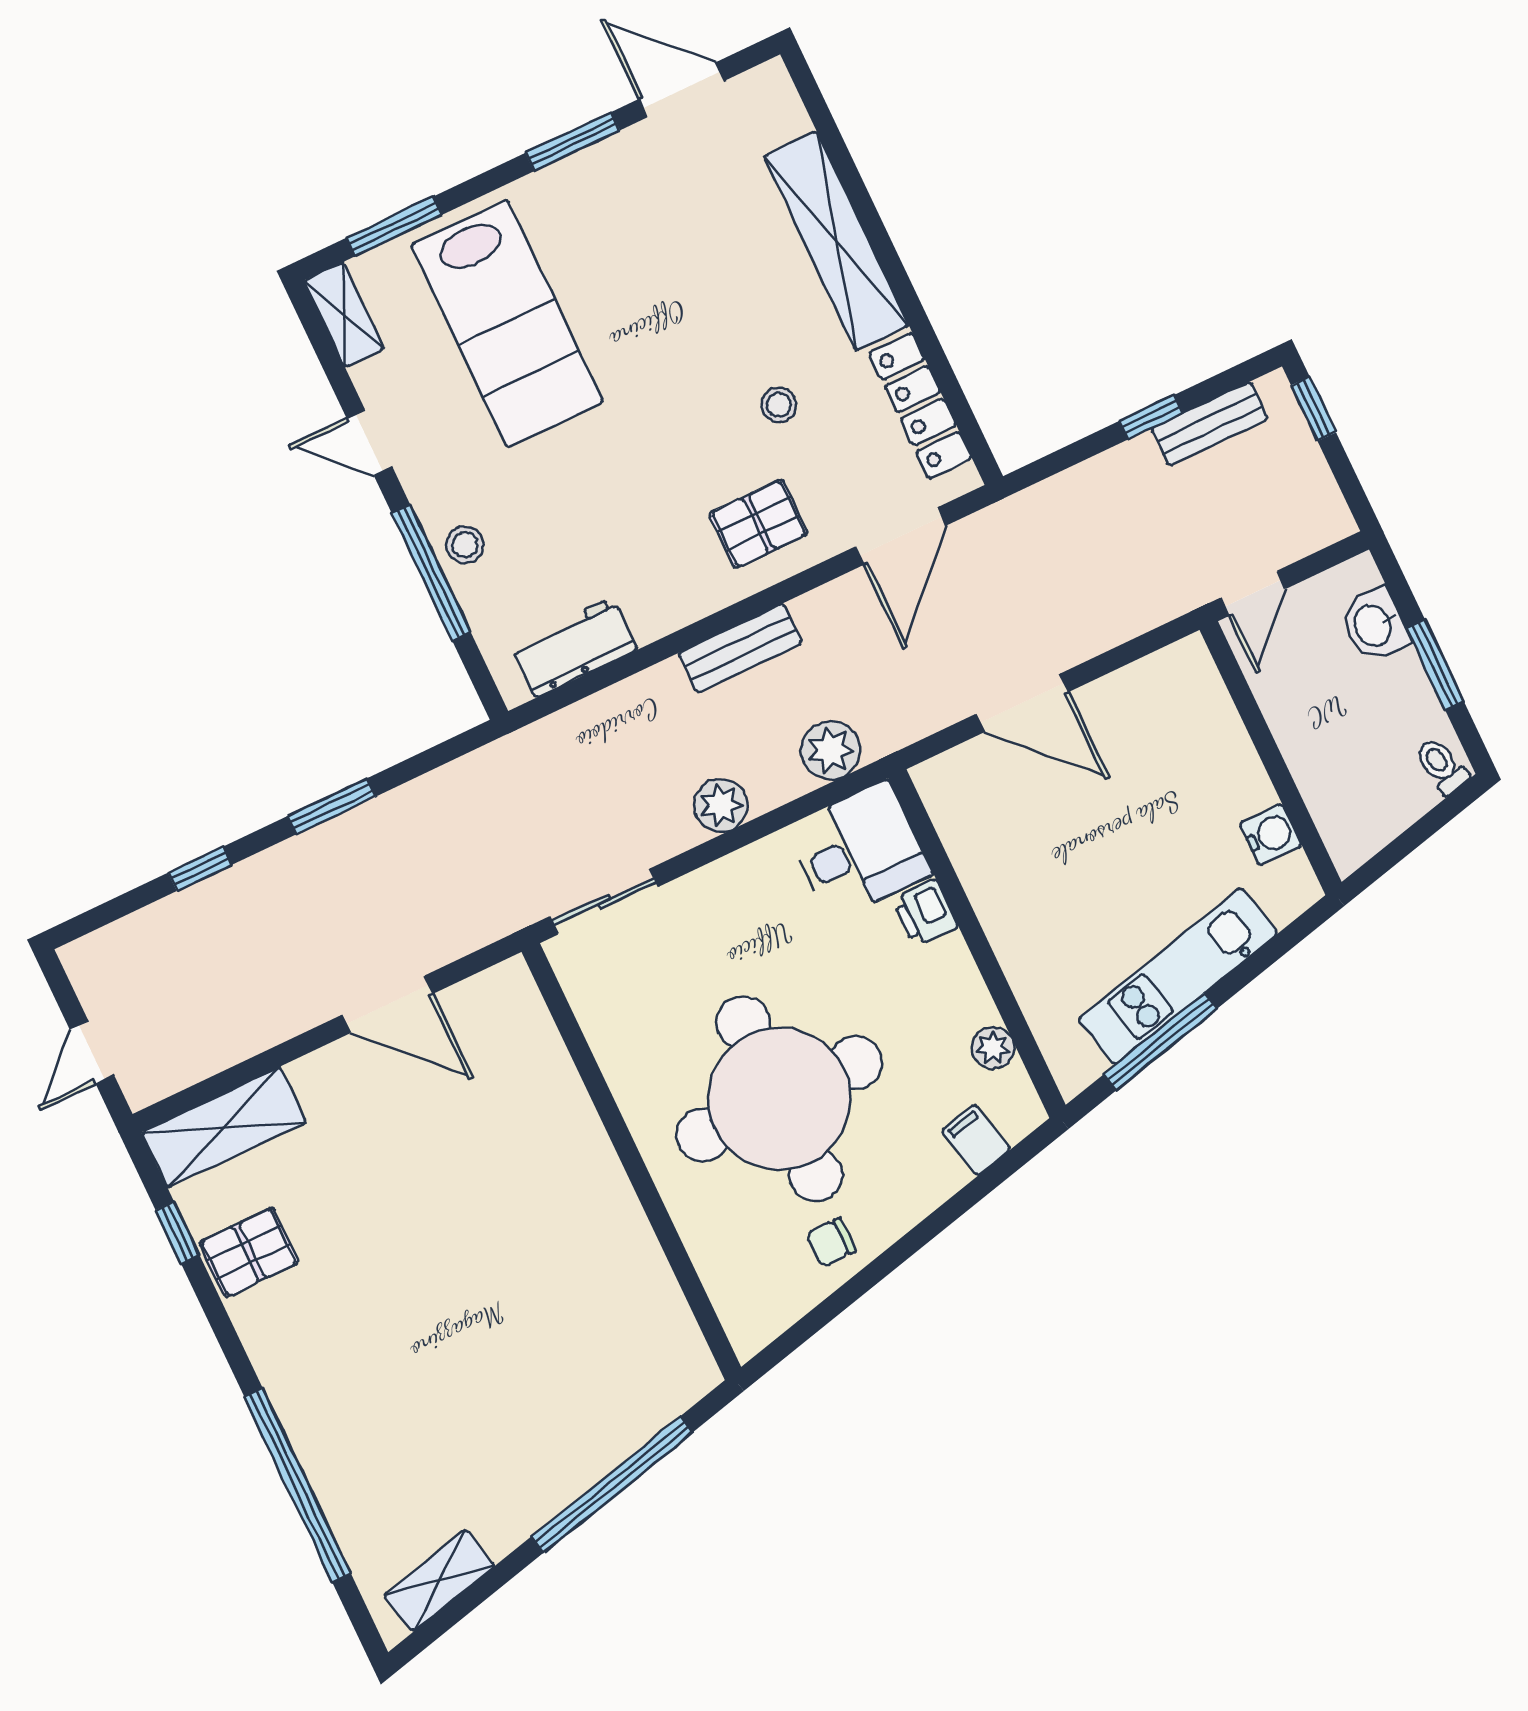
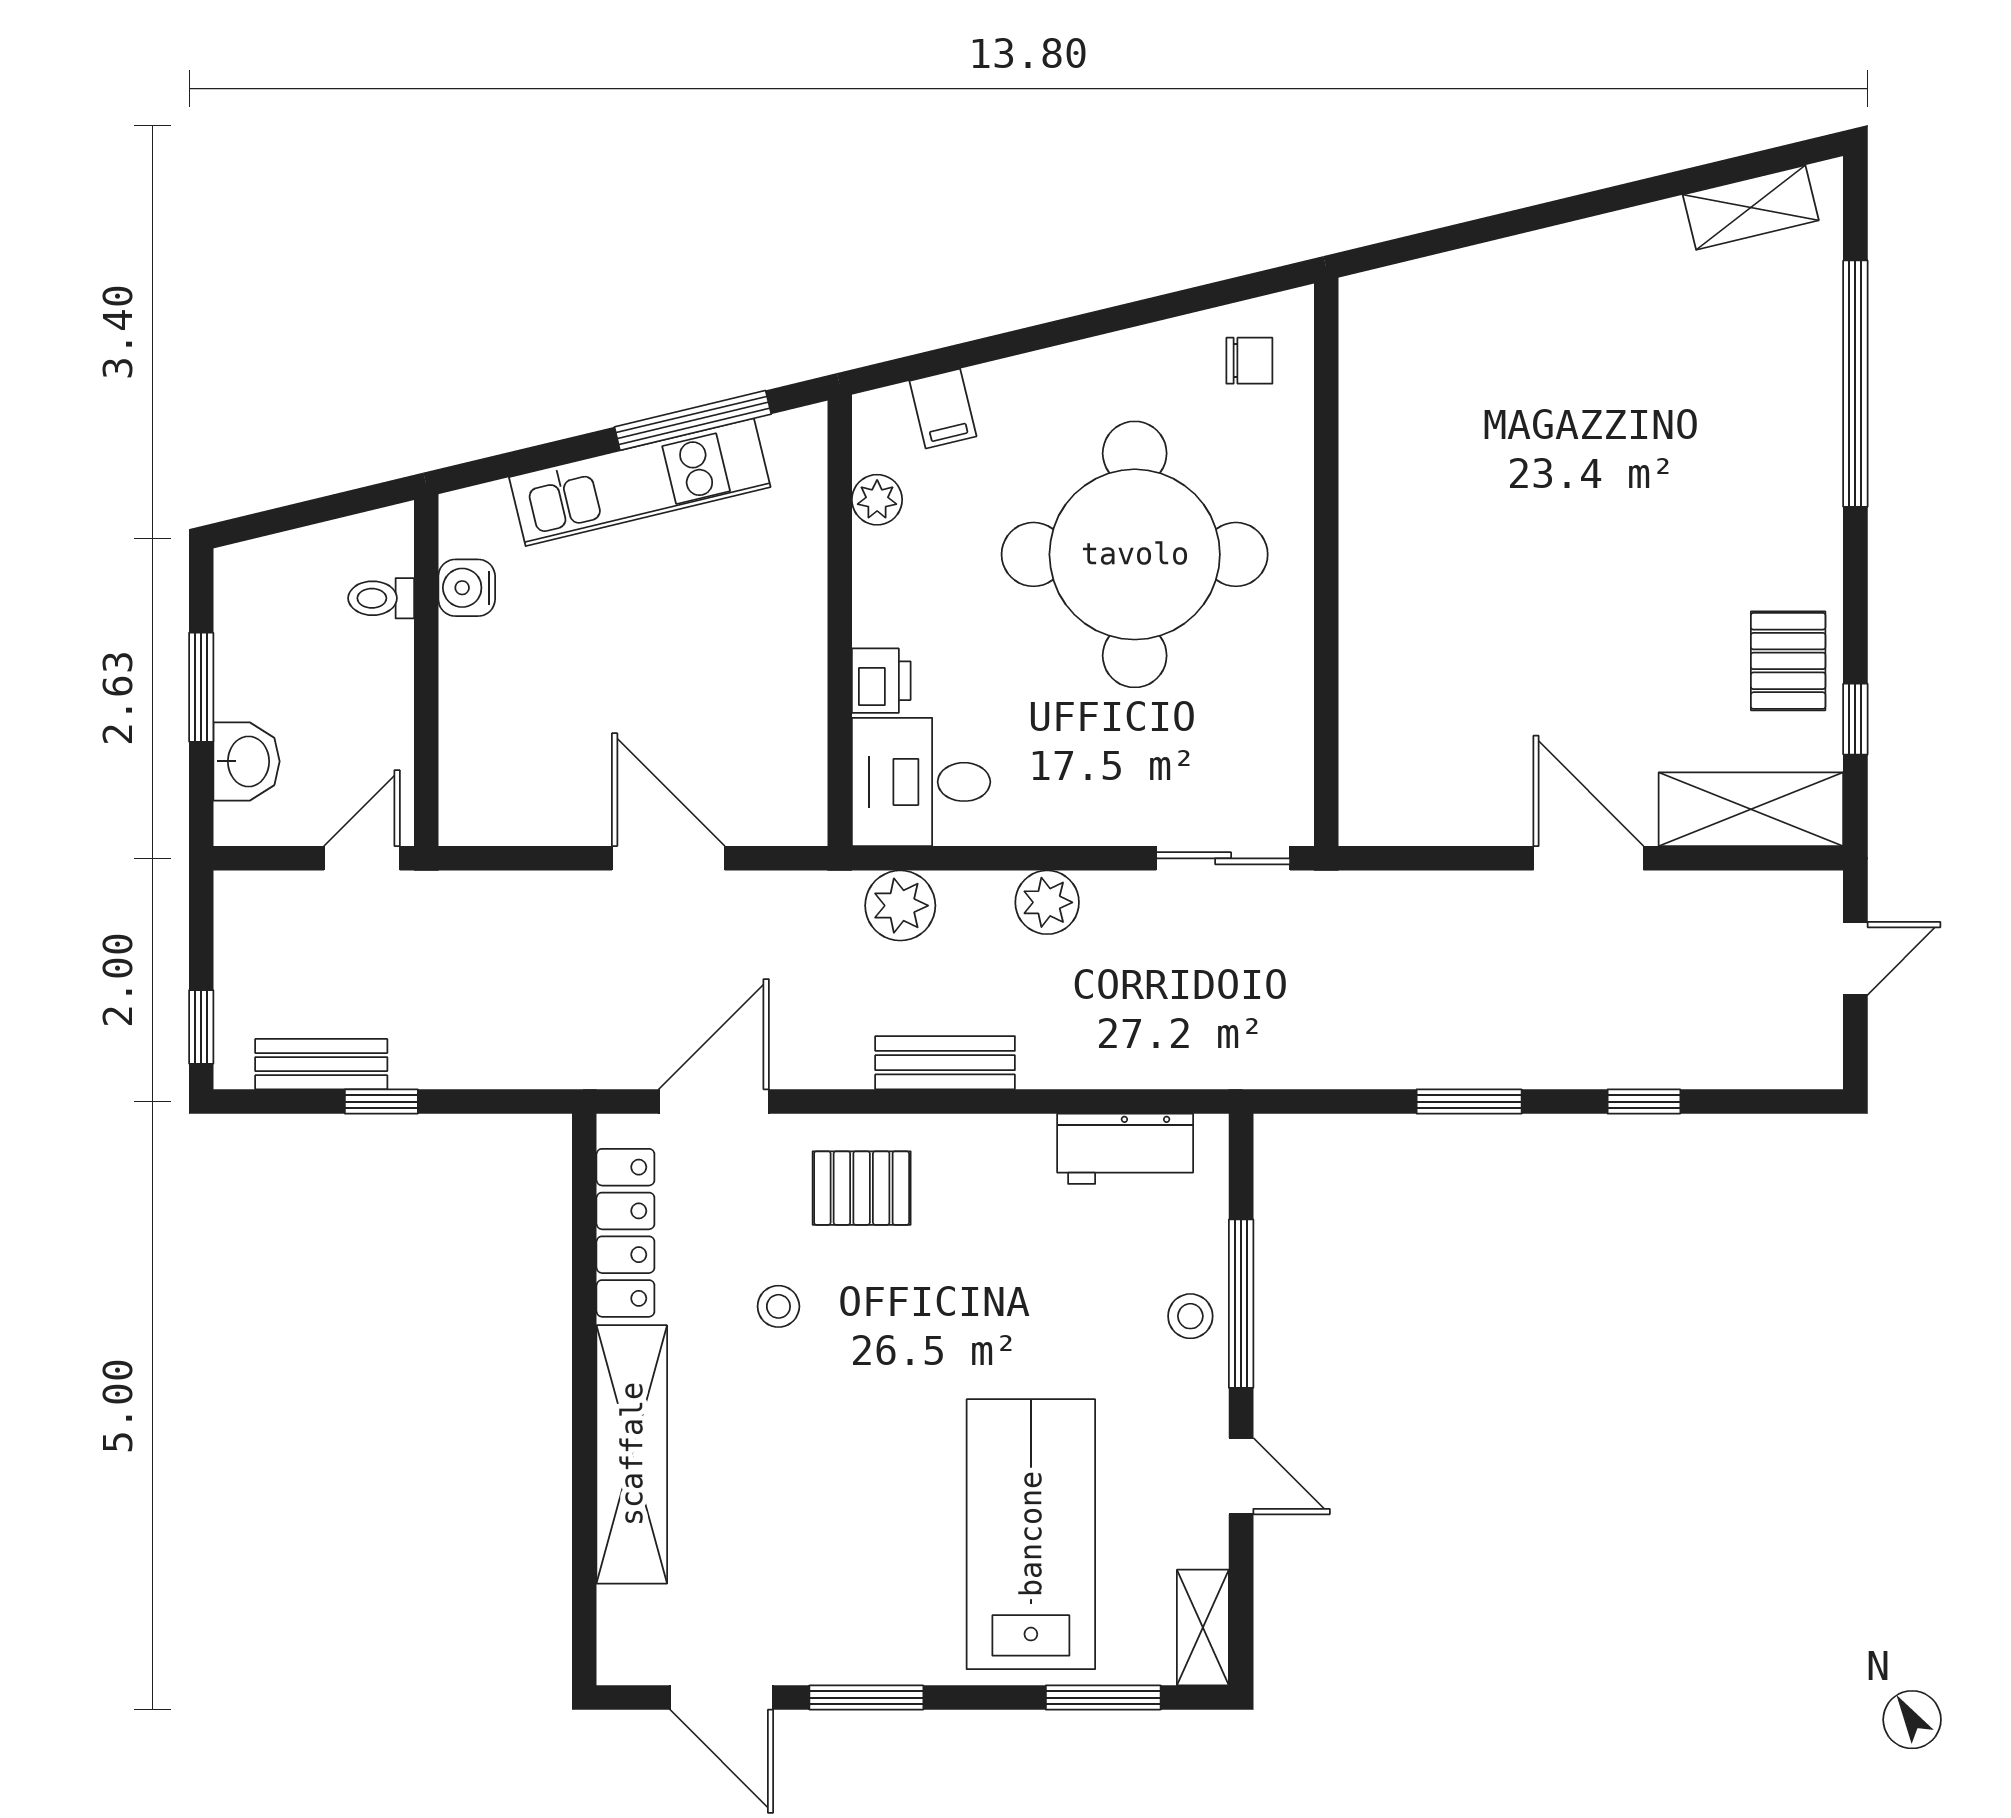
toilet: (1442, 766) -> (381, 598), moved, turned 104
door: (388, 1004) -> (1588, 858), moved
chair: (831, 1242) -> (1249, 361), moved
pallet: (249, 1252) -> (1788, 661), turned 90
window: (612, 1484) -> (1514, 223), removed

